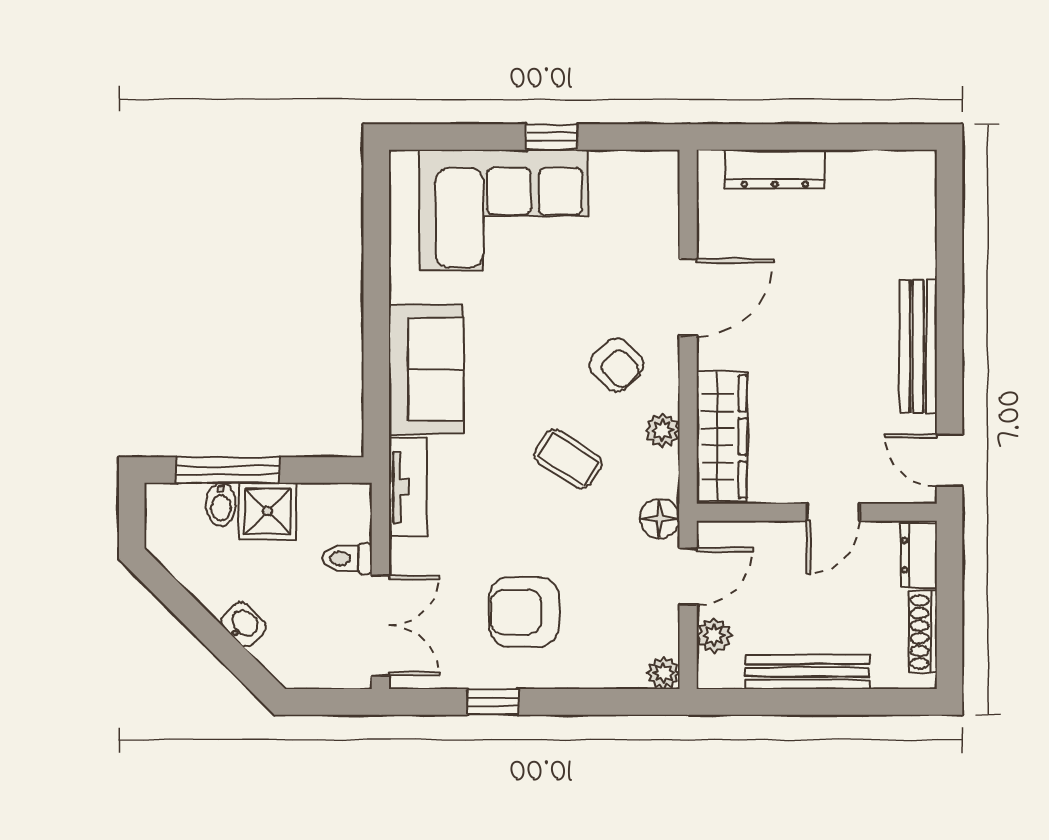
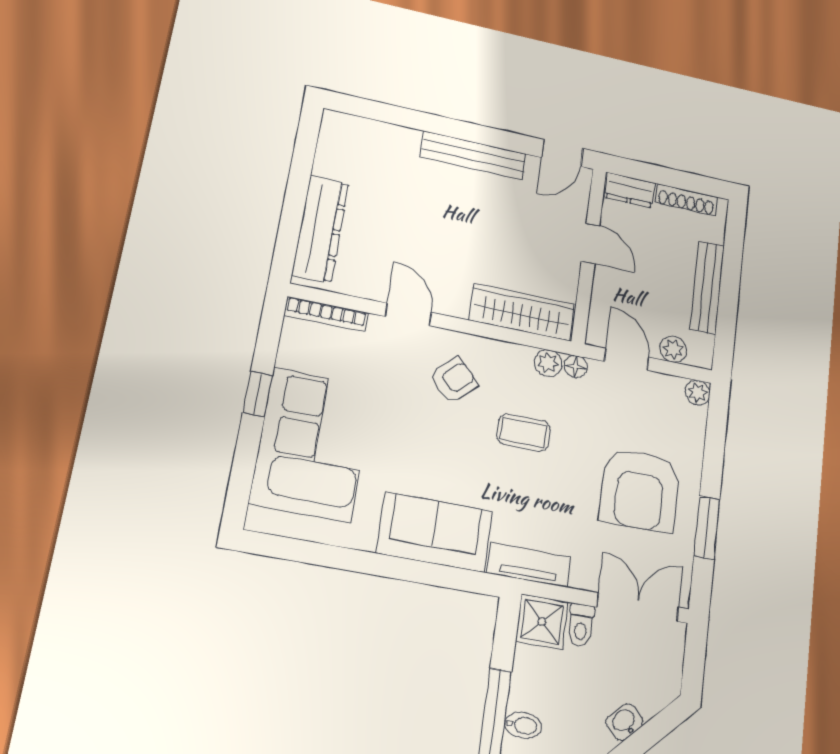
dresser: (775, 169) -> (320, 229), width x1.37, depth x1.24
bookcase: (667, 199) -> (326, 314), added
door: (688, 297) -> (408, 314), width x0.73
plant: (662, 430) -> (548, 363), moved
coffee table: (568, 459) -> (523, 432), turned 57
shower: (268, 511) -> (542, 622), moved
floor lamp: (660, 519) -> (576, 367), width x0.73, depth x0.73
armchair: (524, 612) -> (640, 490), width x1.36, depth x1.36
window: (493, 702) -> (707, 528), width x1.50

